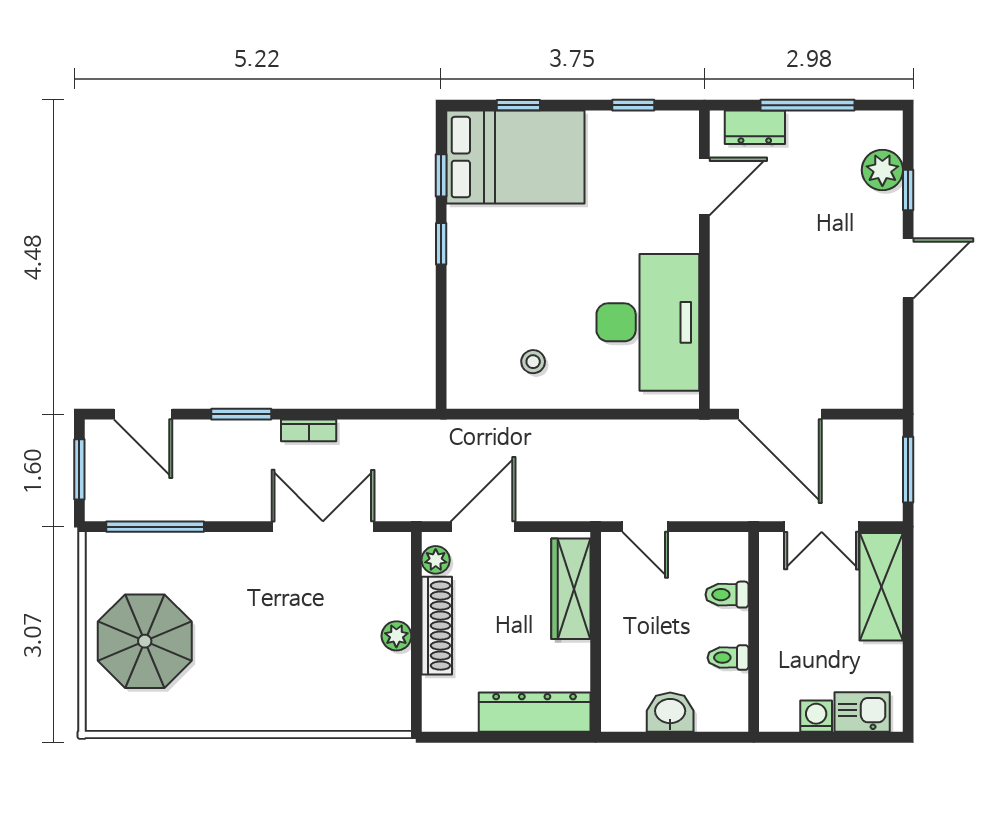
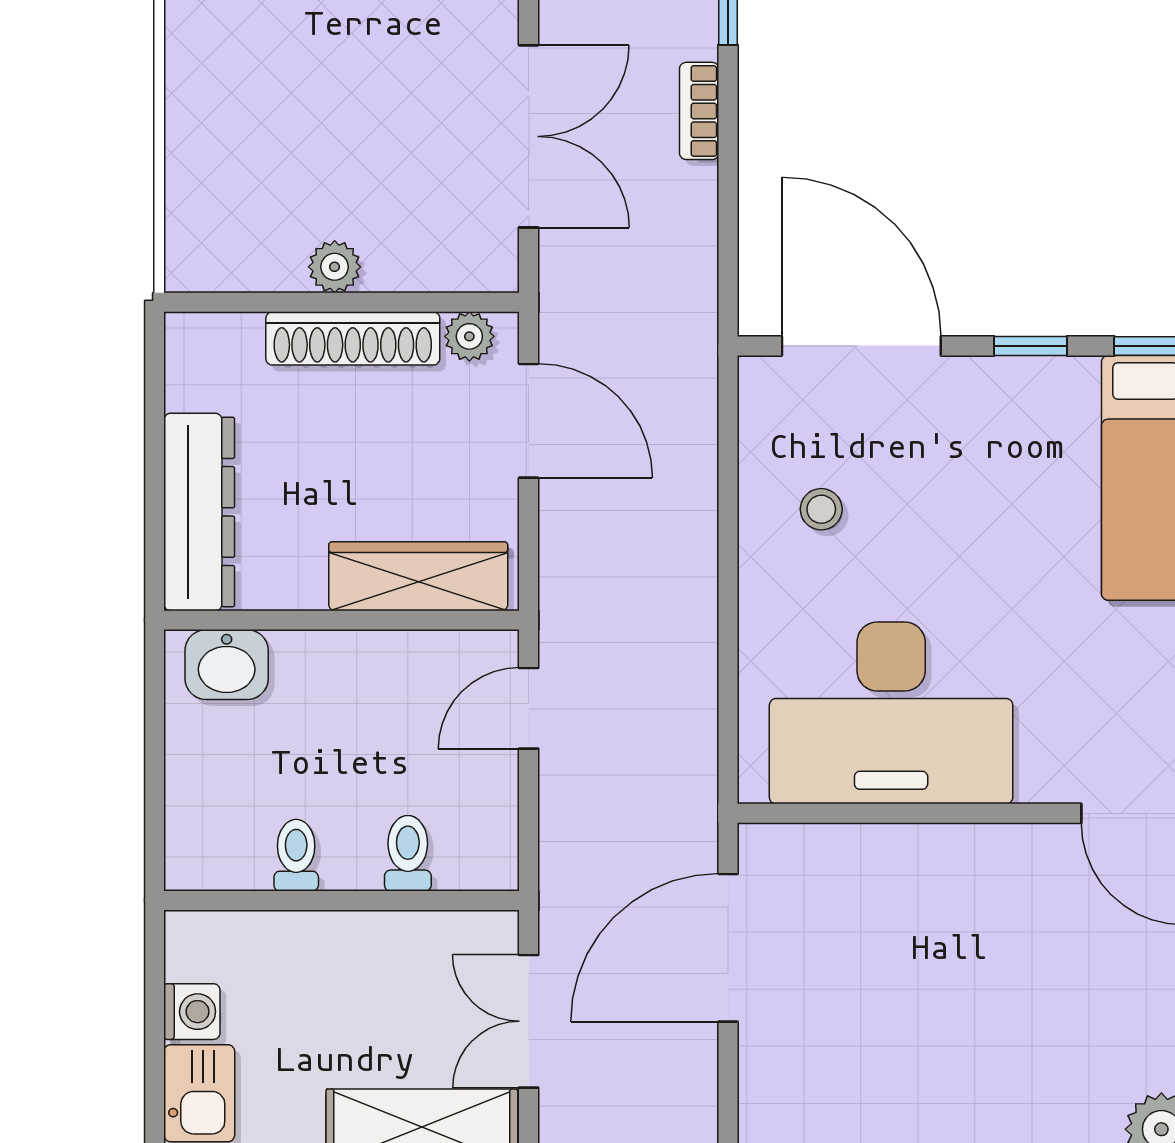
door: (441, 339) -> (861, 346), added
washbasin: (670, 712) -> (227, 665), moved, turned 90

